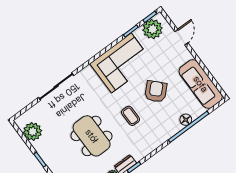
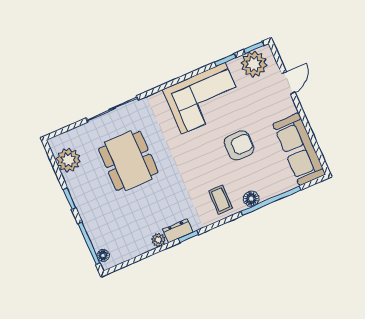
armchair: (156, 92) -> (239, 145), turned 44
coffee table: (131, 116) -> (220, 200), moved
floor lamp: (186, 120) -> (251, 199), moved
dining table: (92, 136) -> (128, 161), moved

